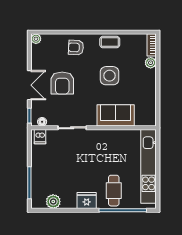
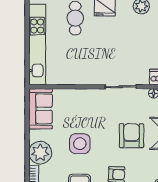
plant: (151, 63) -> (40, 153), width x1.87, depth x1.87
sofa: (116, 115) -> (41, 109), moved, turned -90

